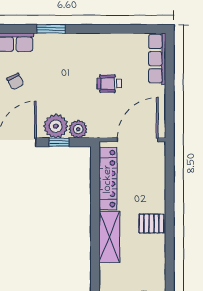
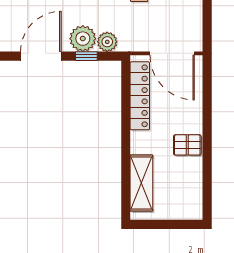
door: (138, 140) -> (172, 53), swing flipped
shelving: (109, 237) -> (141, 183), moved

